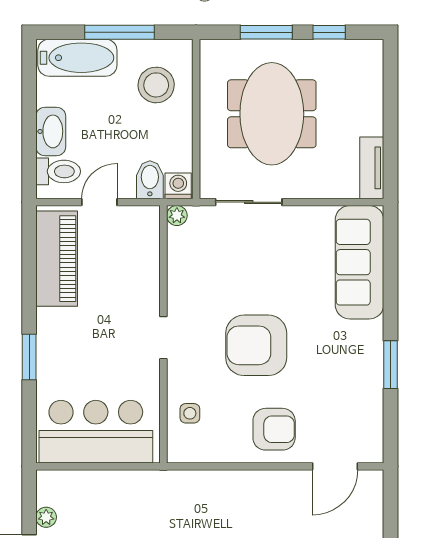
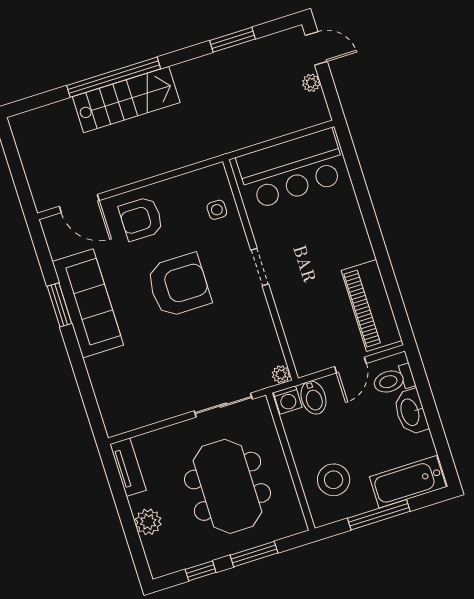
plant: (369, 102) -> (148, 522), added
sofa: (359, 262) -> (88, 303), moved
window: (29, 357) -> (369, 214), removed
door: (335, 466) -> (79, 203), swing flipped

